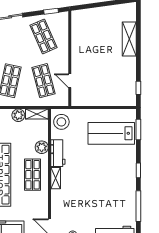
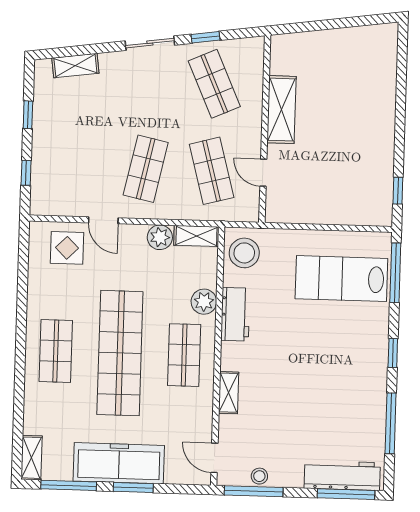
window: (51, 11) -> (206, 37), moved
shelving: (129, 39) -> (281, 110), moved
window: (138, 130) -> (395, 273), width x1.44
shelving: (56, 178) -> (229, 393), moved

